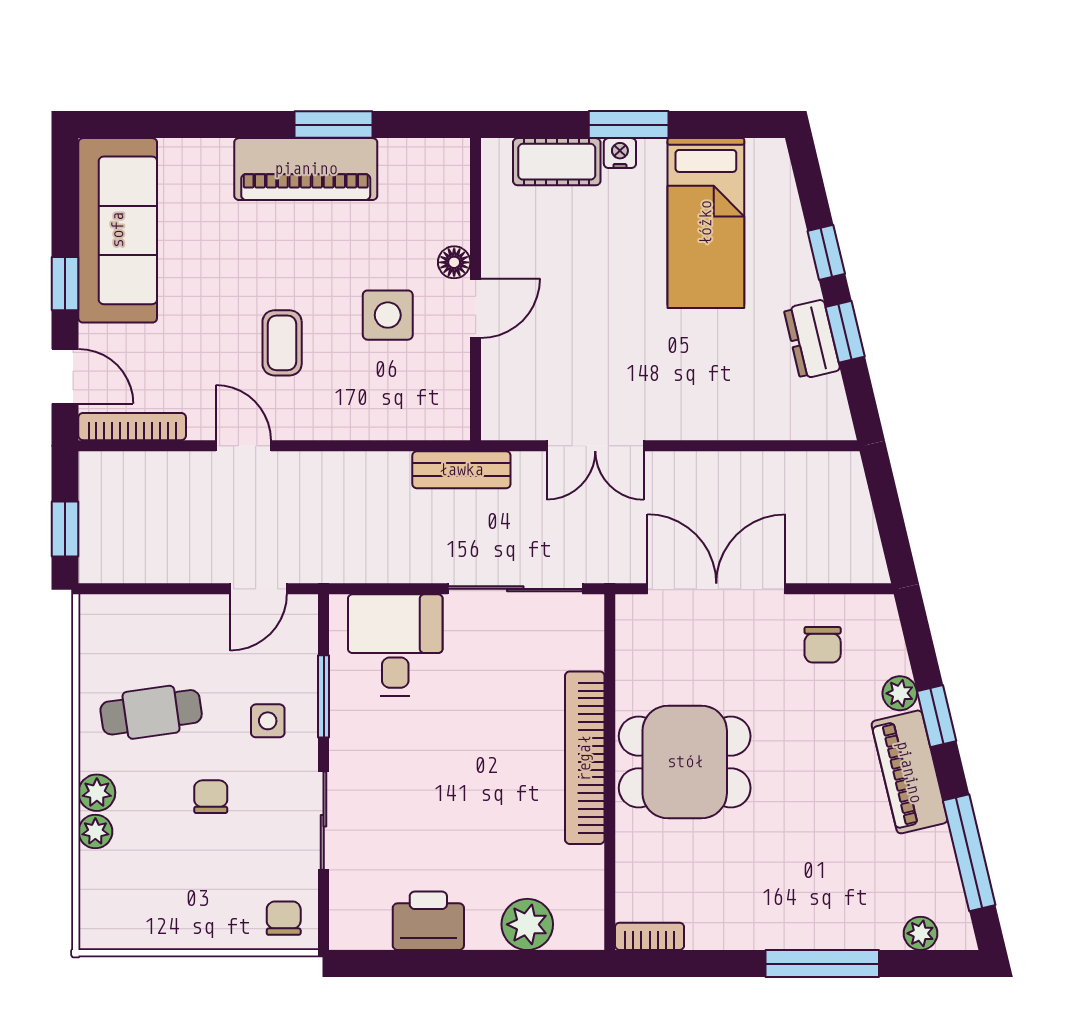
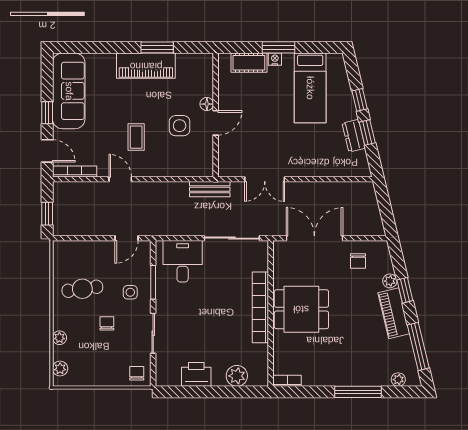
plant: (97, 793) -> (60, 369), moved

